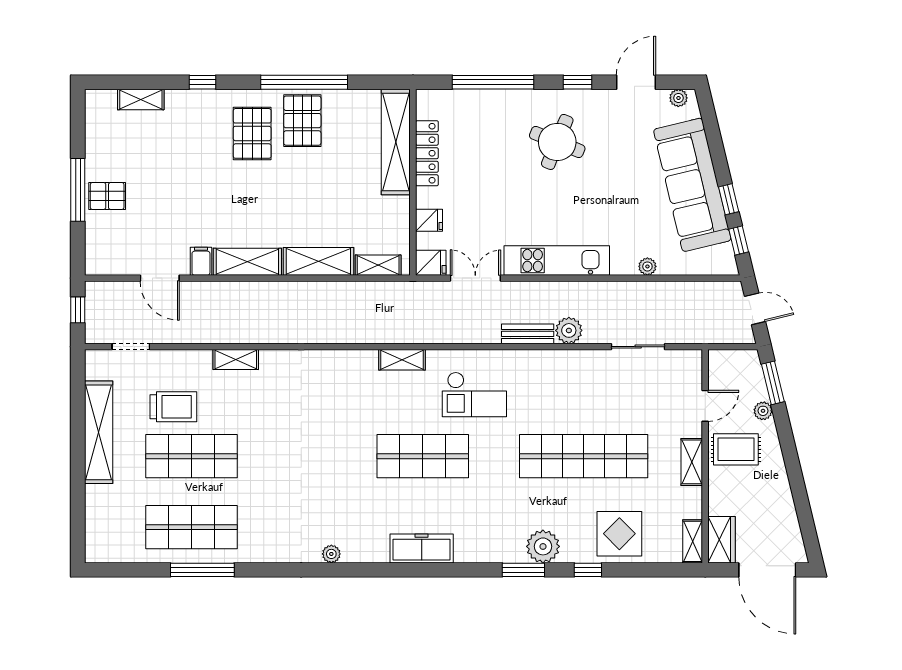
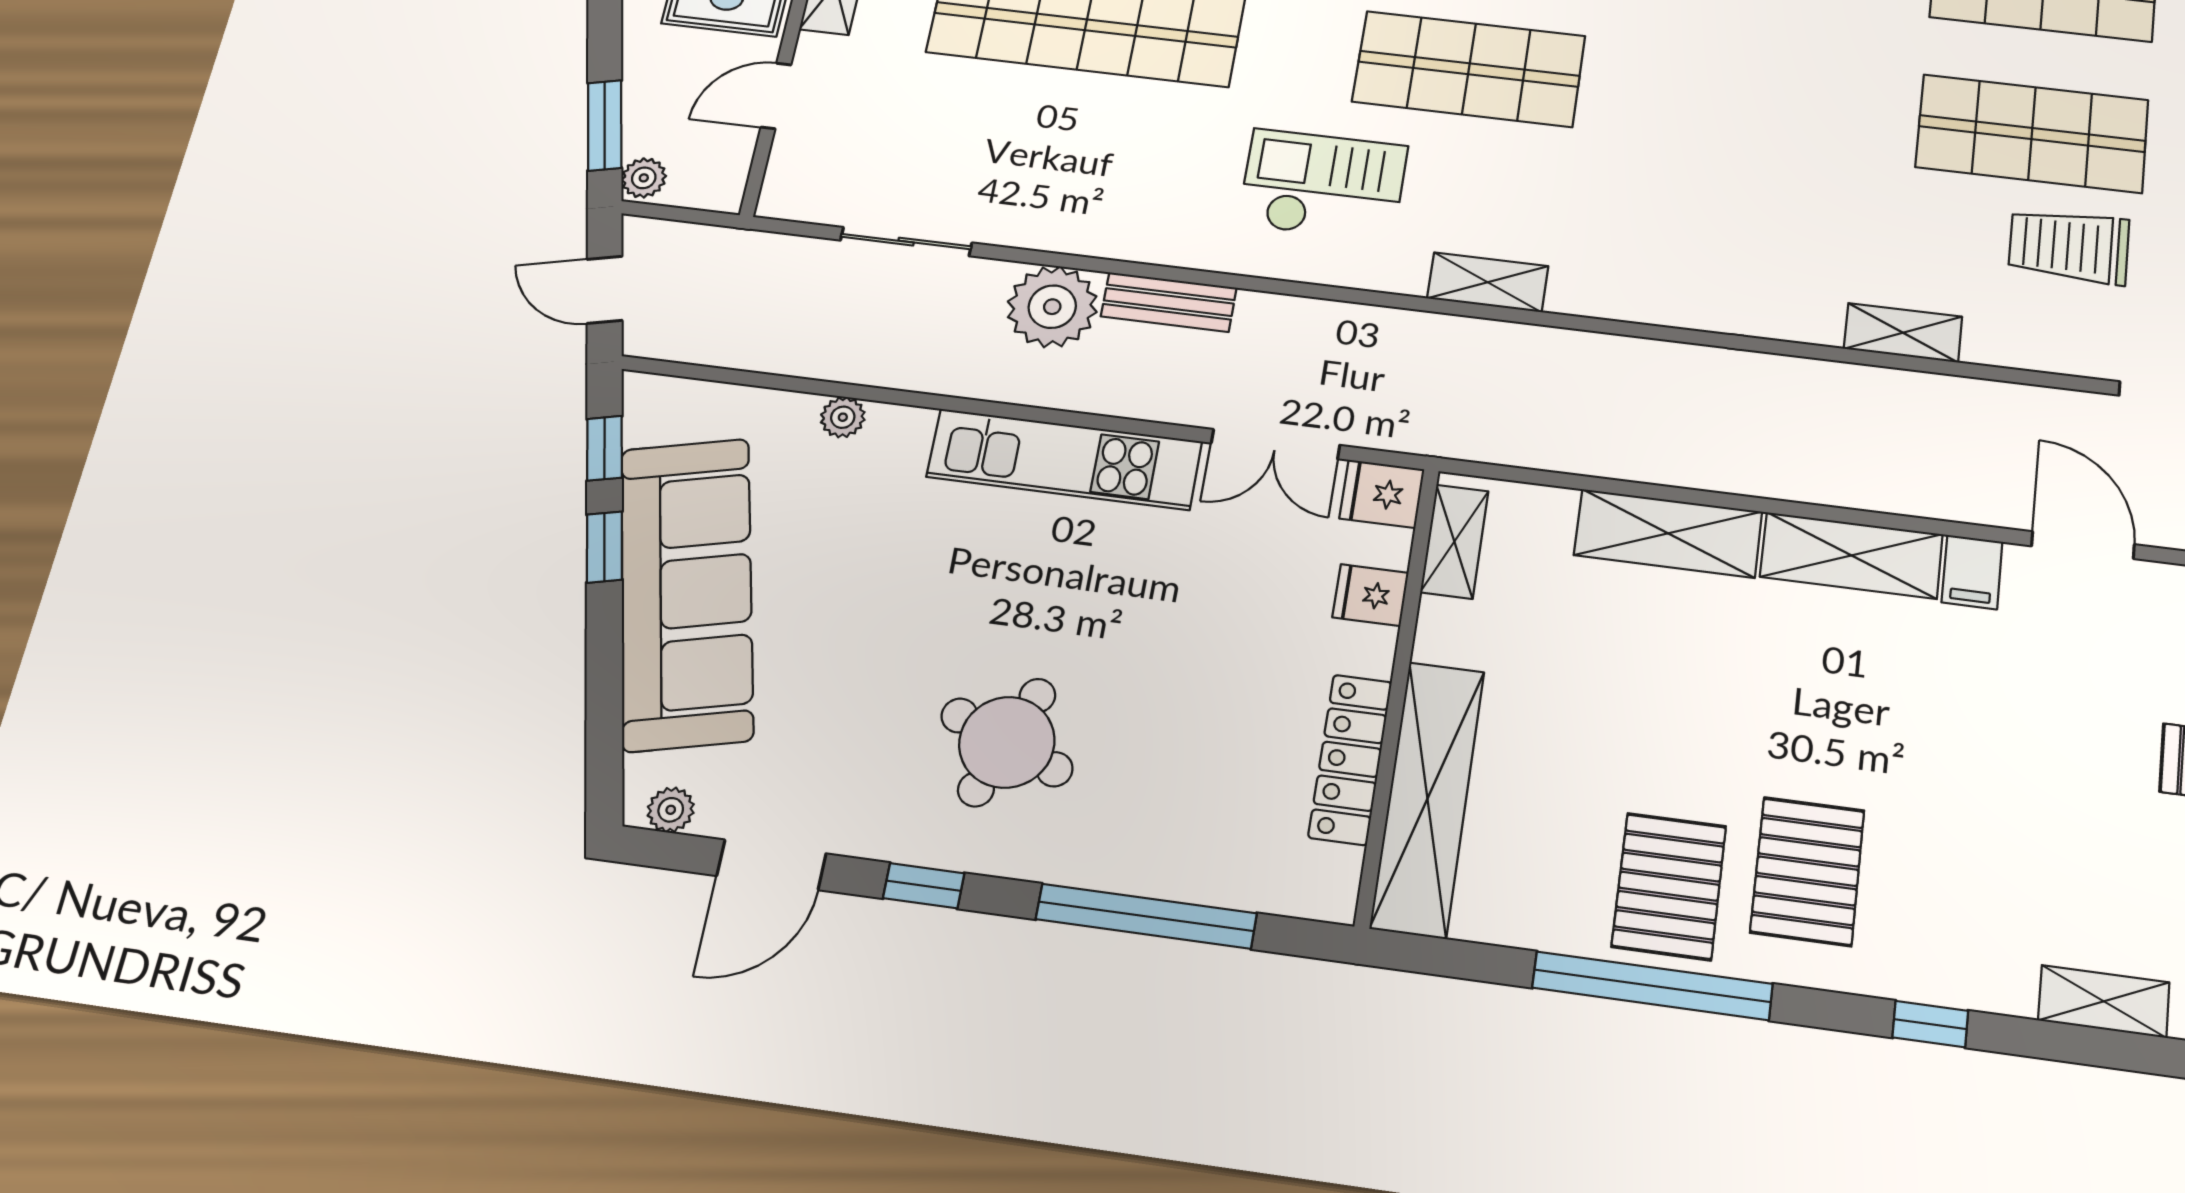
shelving: (378, 265) -> (1454, 542), moved, turned 90
plant: (569, 330) -> (1052, 307), width x1.36, depth x1.36
plant: (763, 411) -> (644, 178), moved

